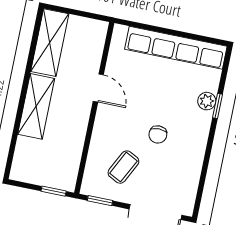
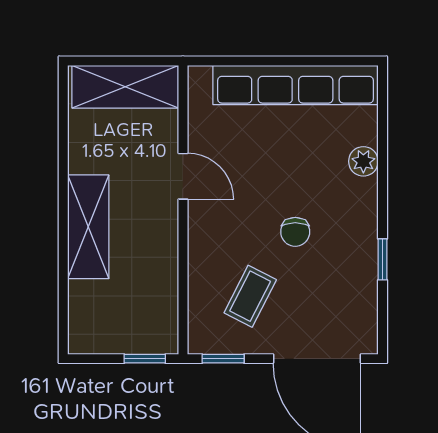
shelving: (50, 43) -> (125, 87), moved, turned 90
window: (217, 106) -> (383, 259), moved

